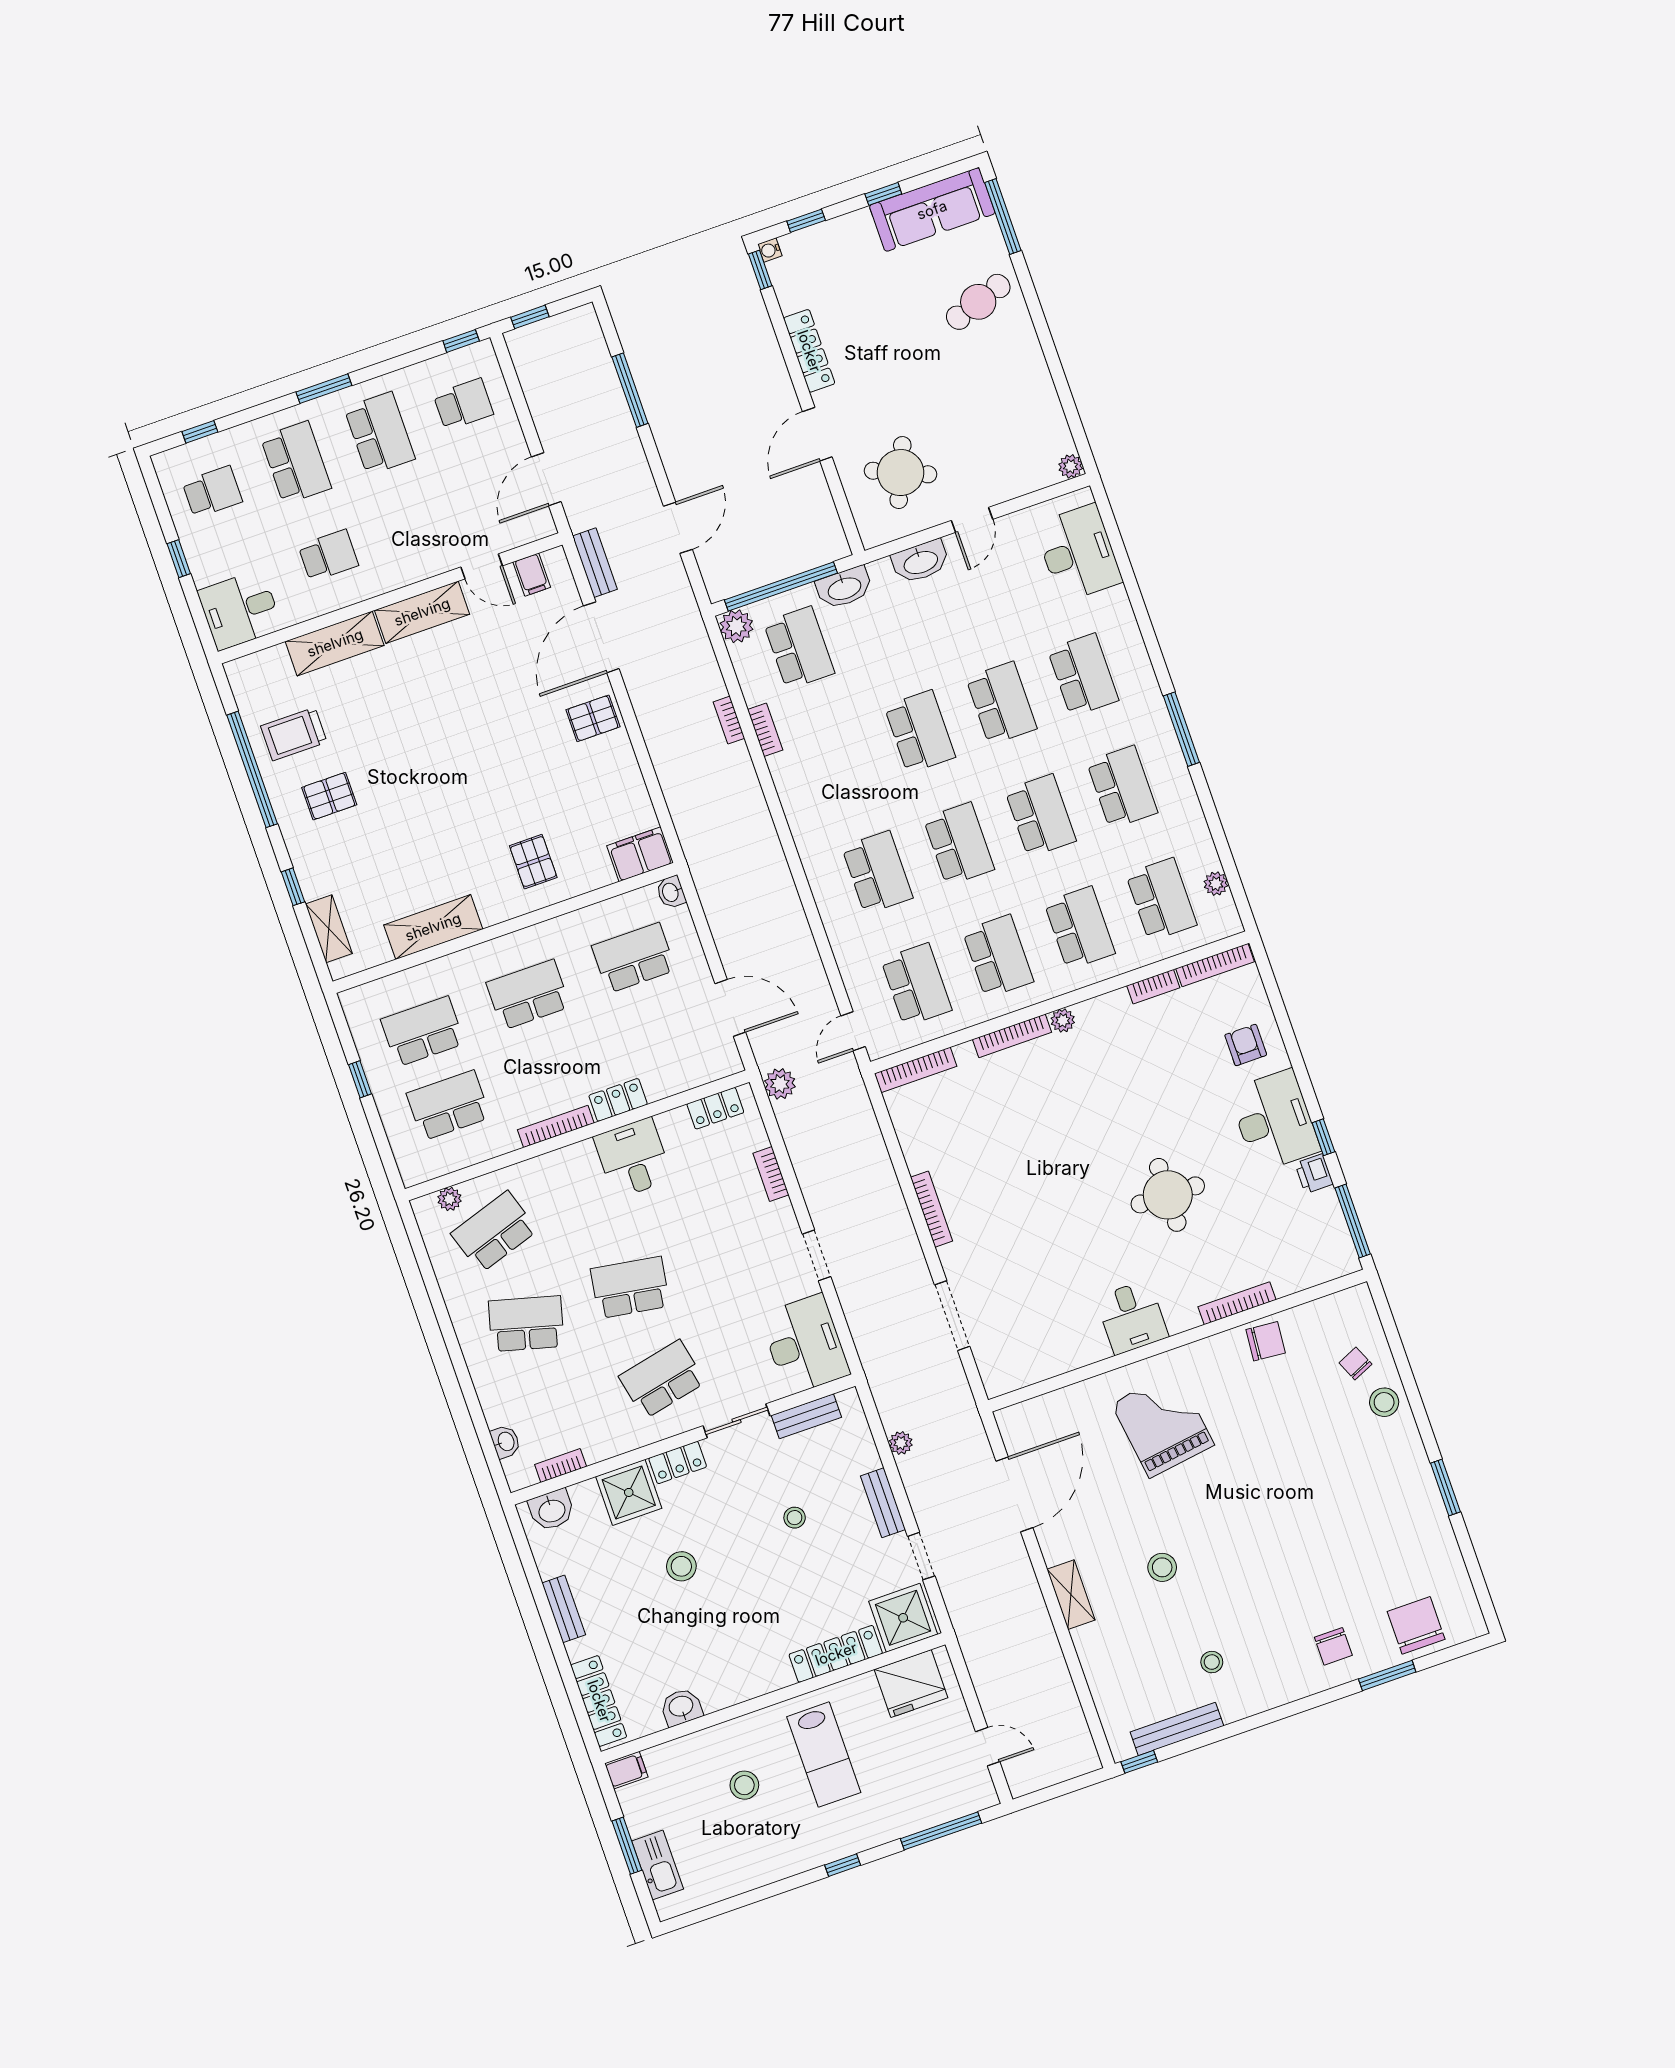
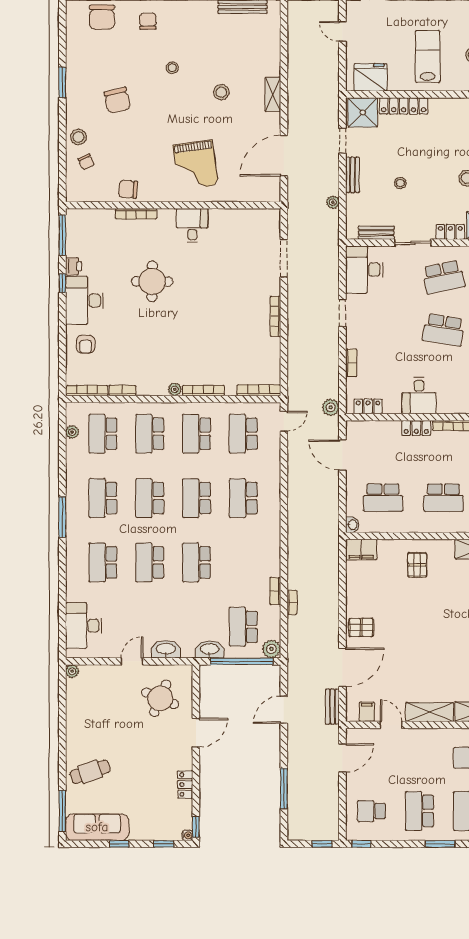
locker: (809, 351) -> (185, 784), width x0.66
chair: (1339, 1490) -> (117, 100), added
stool: (1212, 1662) -> (172, 68), moved

